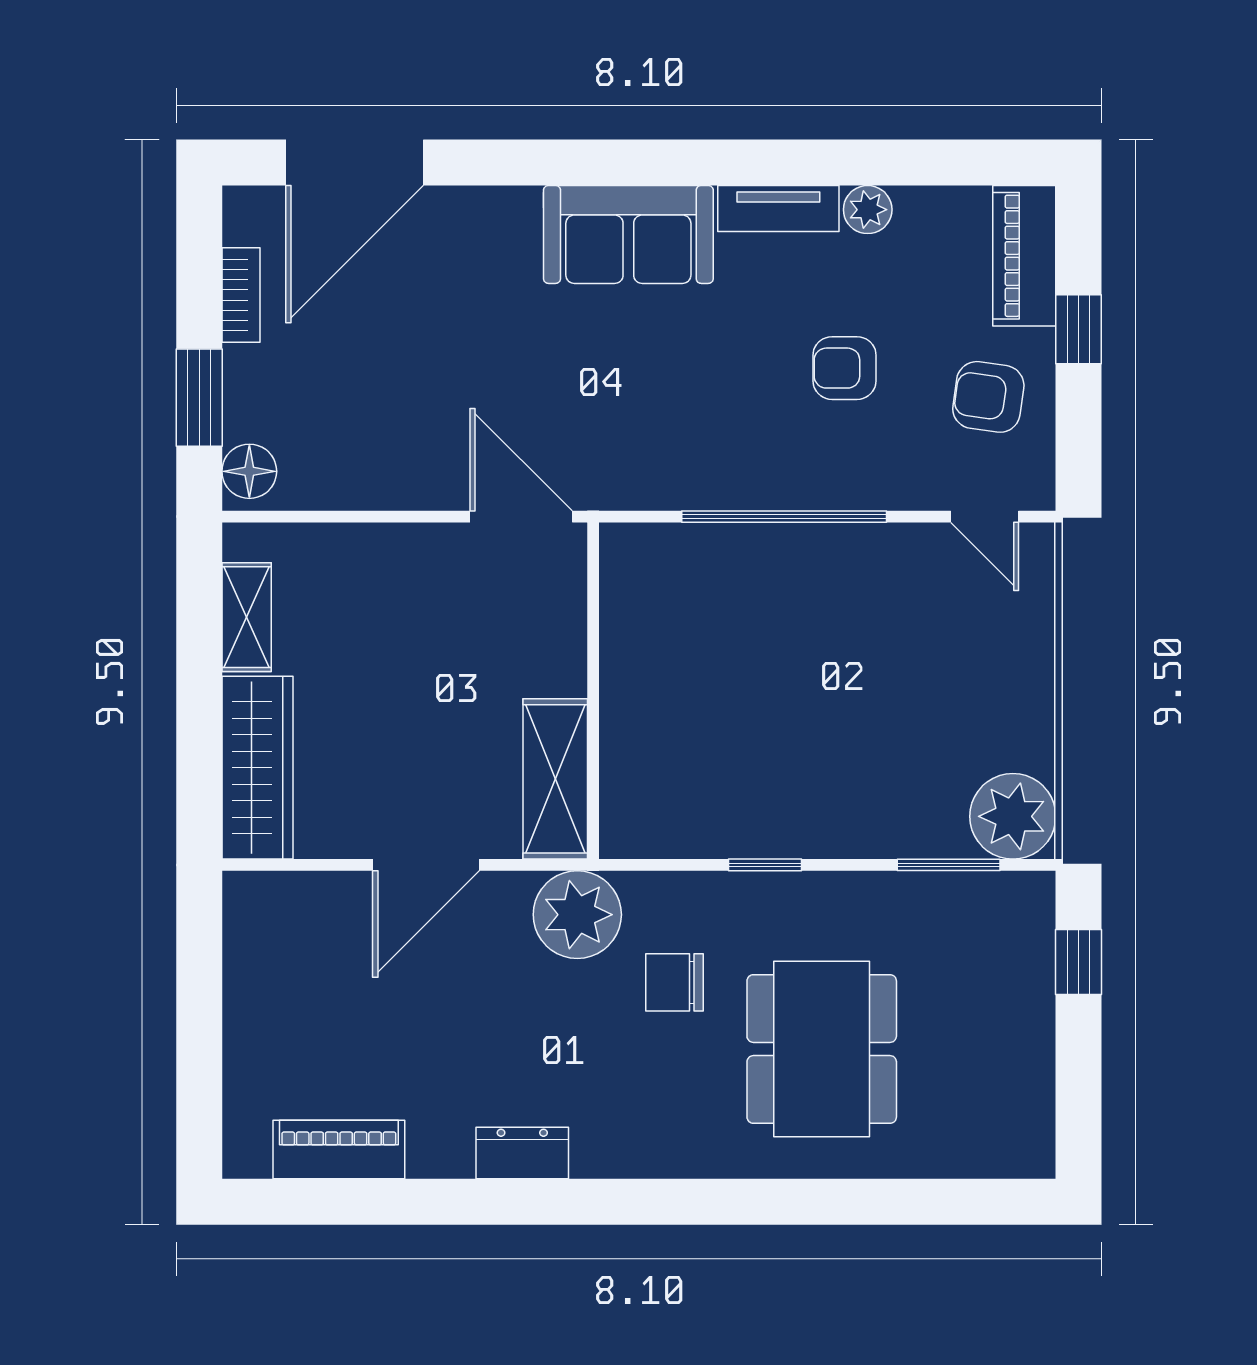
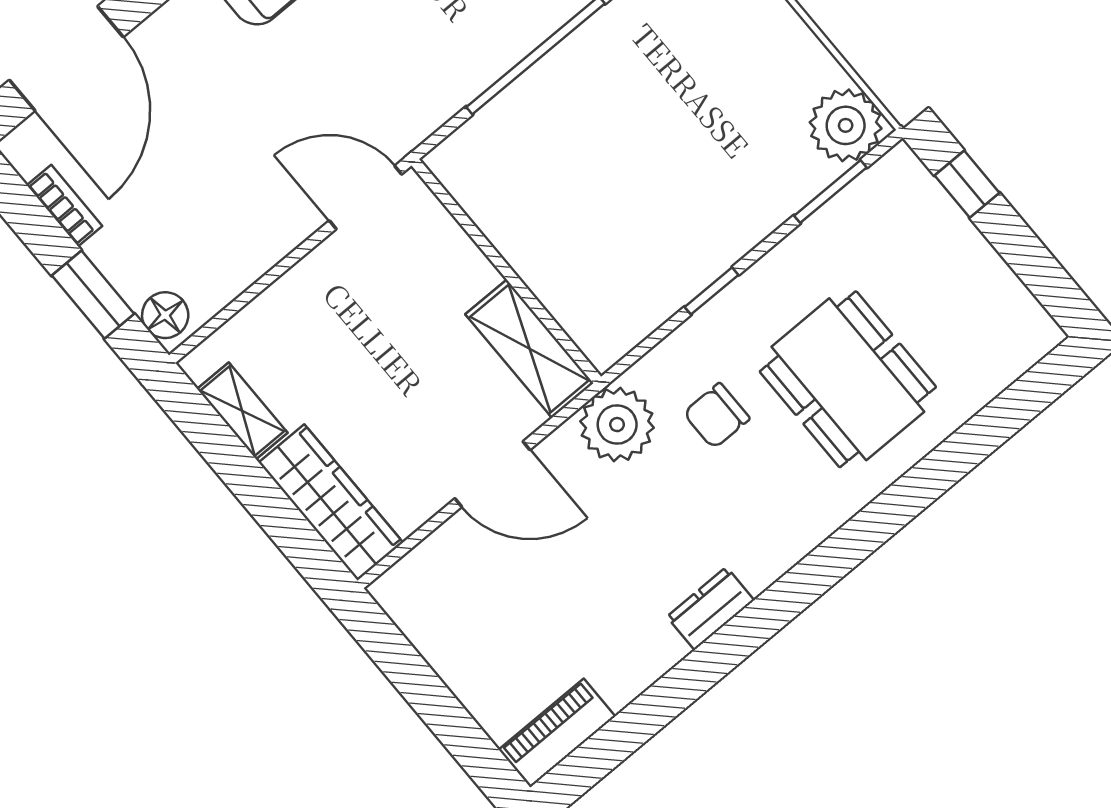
door: (426, 865) -> (492, 474), hinge flipped
piano: (339, 1150) -> (557, 733), moved

